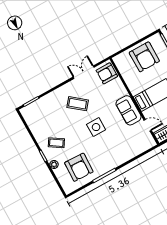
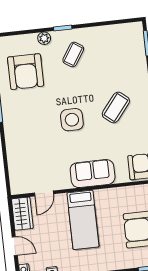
sofa: (129, 110) -> (93, 174), moved
armchair: (79, 167) -> (26, 72), turned -92

